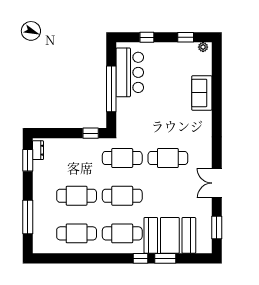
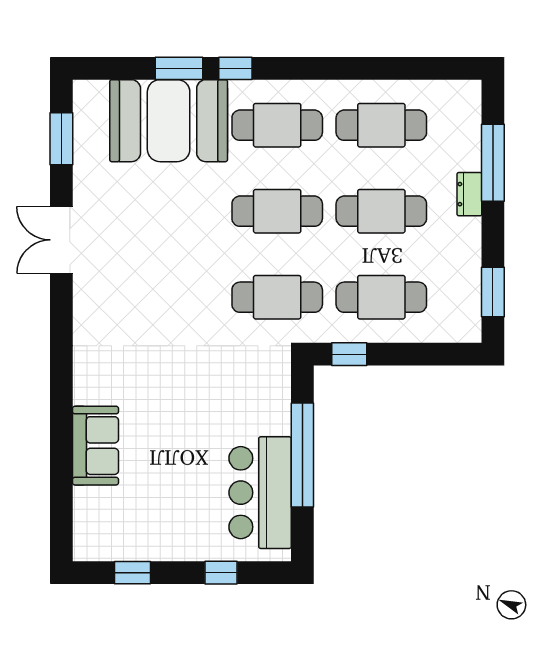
plant: (203, 47) -> (93, 550), removed
dresser: (38, 150) -> (469, 194), moved
cafe table: (168, 158) -> (381, 297), moved
double door: (217, 183) -> (61, 240), swing flipped

